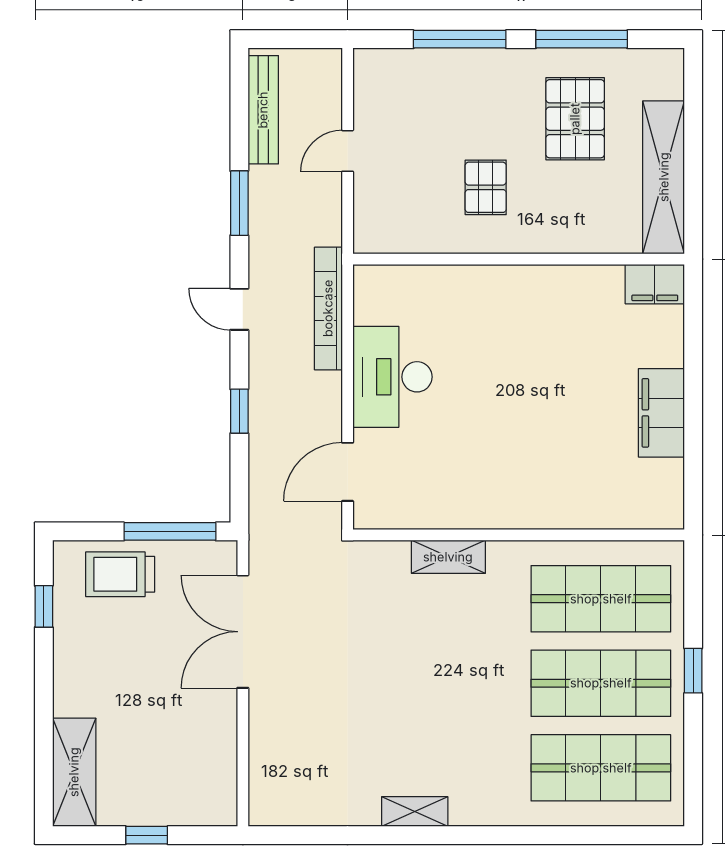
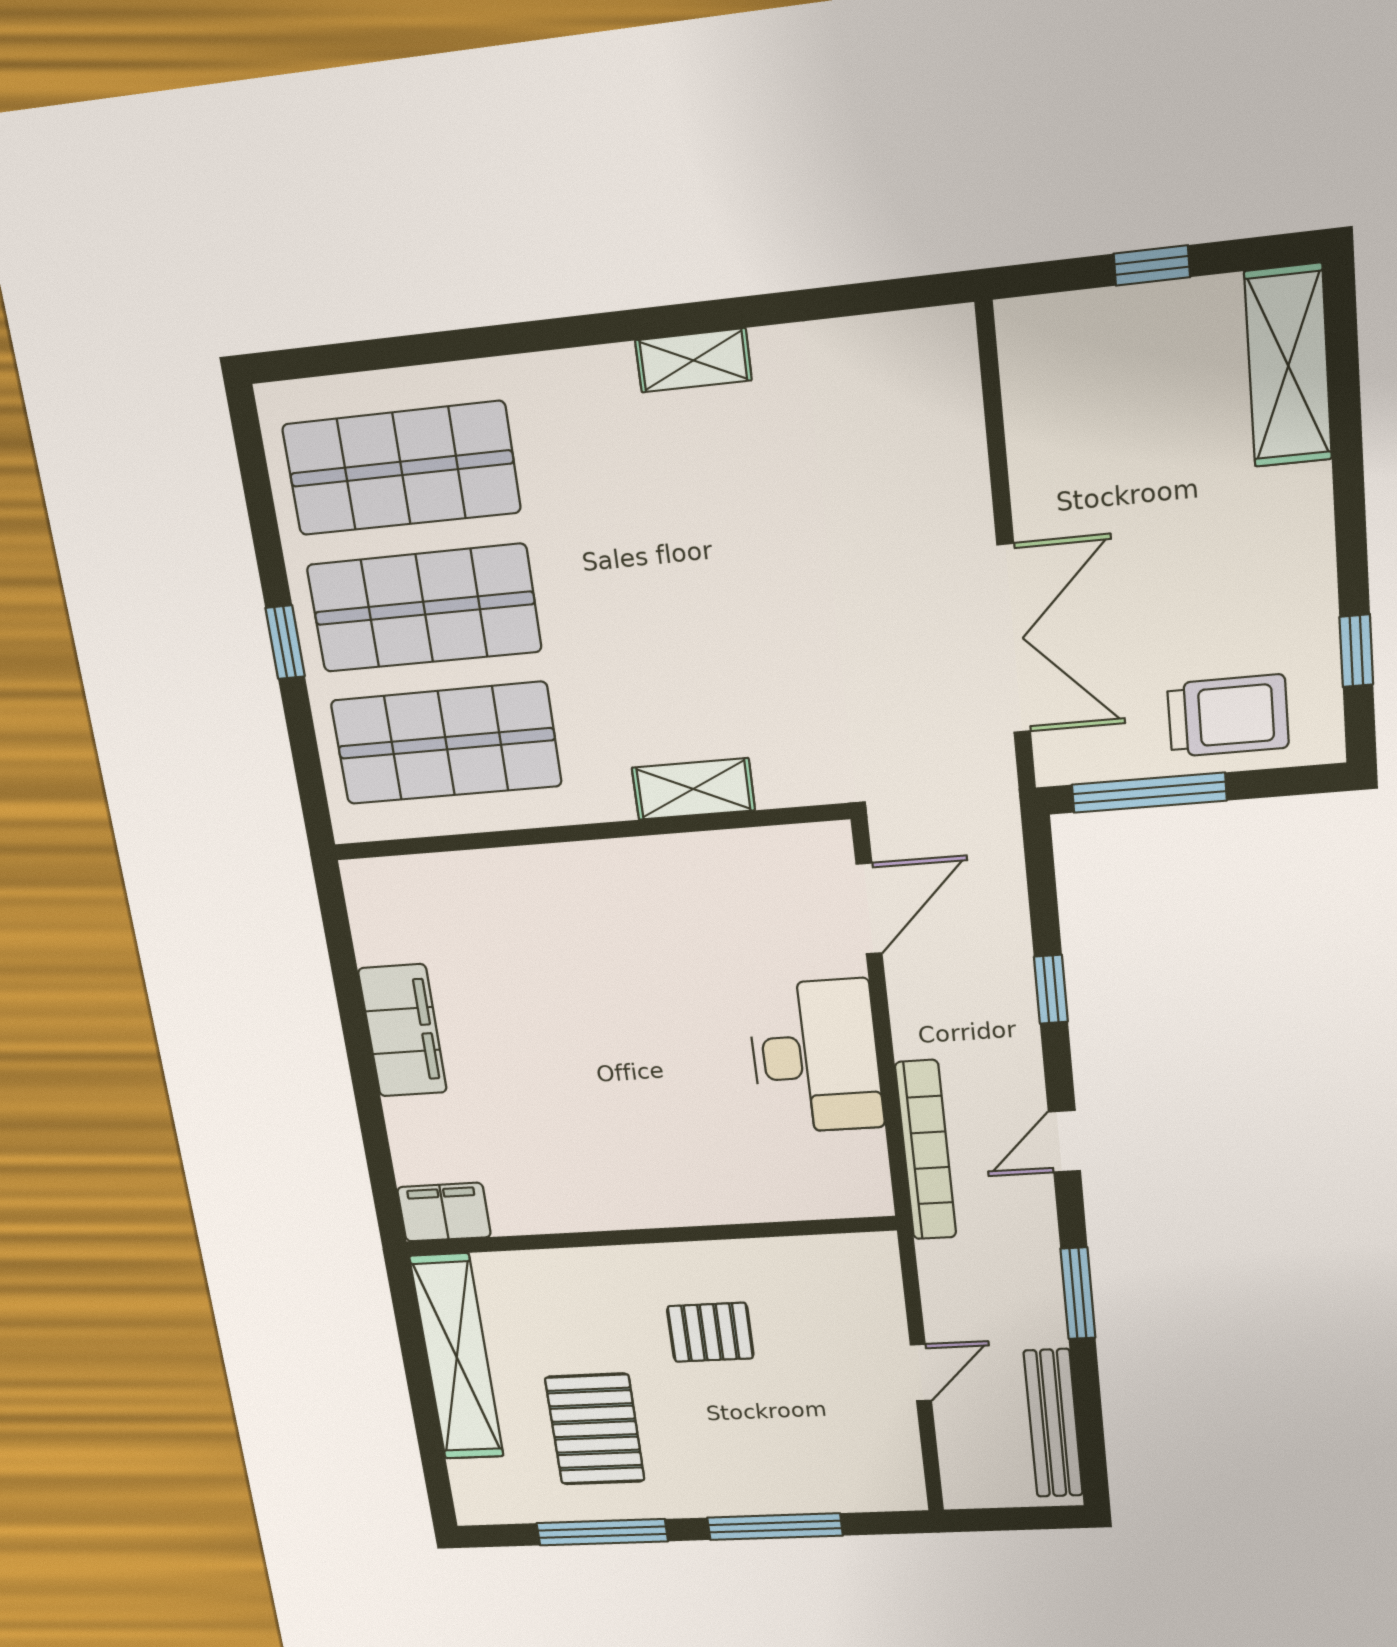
pallet: (486, 187) -> (710, 1332), turned 90
door: (239, 309) -> (1064, 1141), swing flipped

